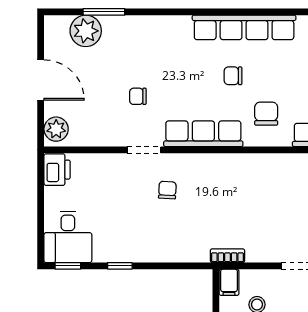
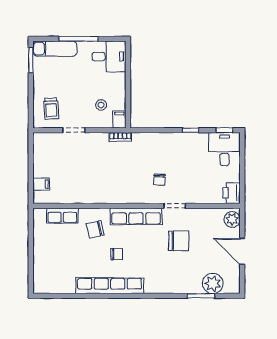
chair: (138, 96) -> (179, 241), width x1.87, depth x1.87
chair: (266, 114) -> (95, 229), turned 77

